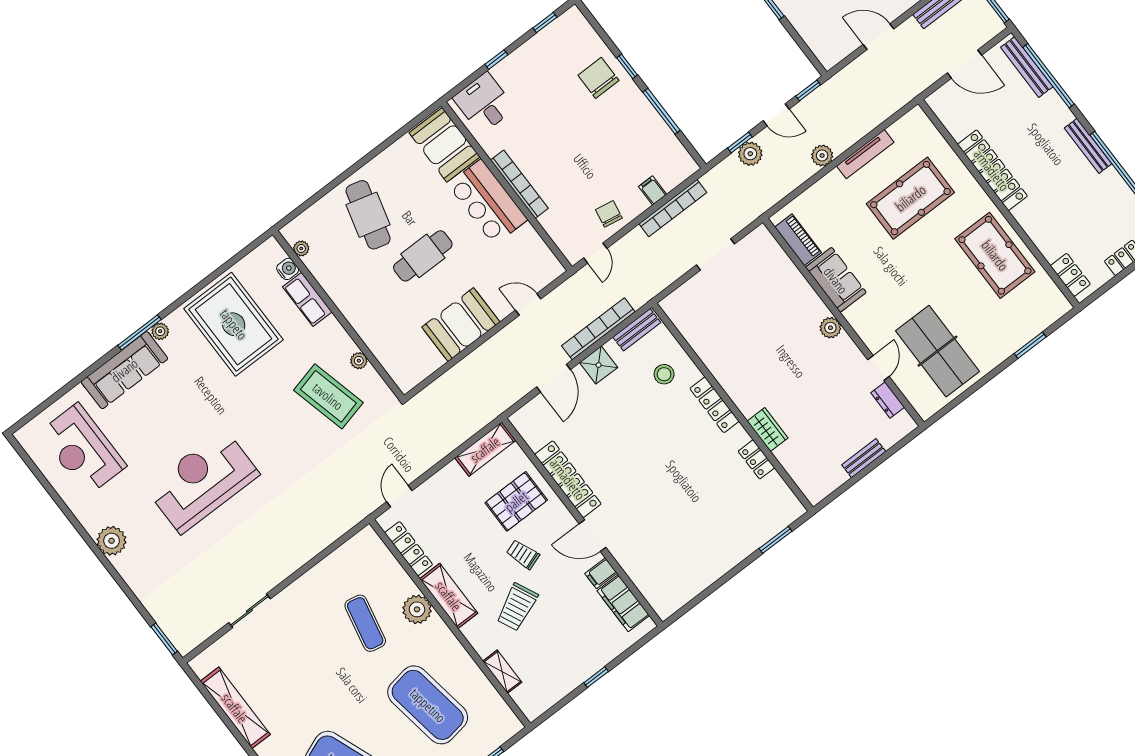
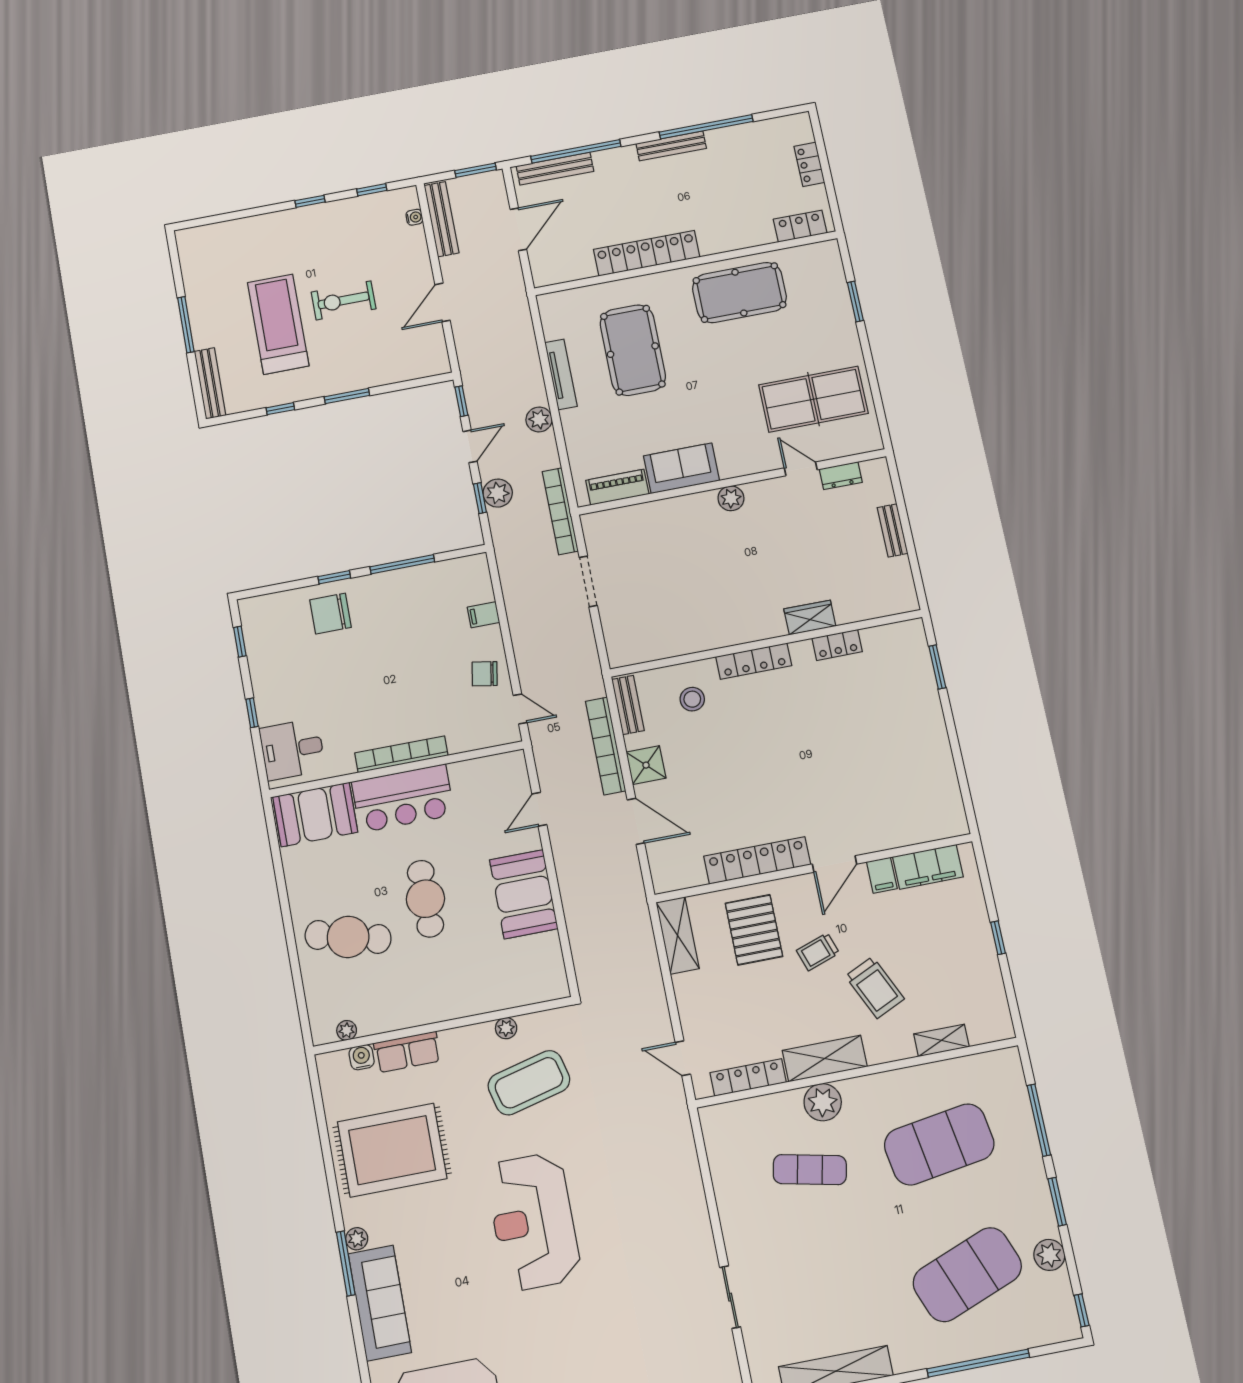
bookcase: (673, 208) -> (560, 511), moved, turned 180
reception desk: (202, 481) -> (533, 1221), moved

